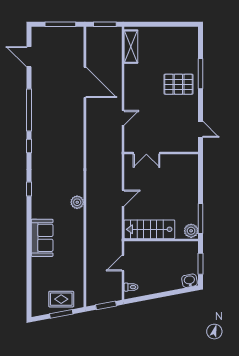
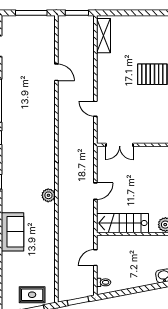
door: (85, 82) -> (56, 72), width x0.53
door: (123, 118) -> (95, 109), swing flipped

